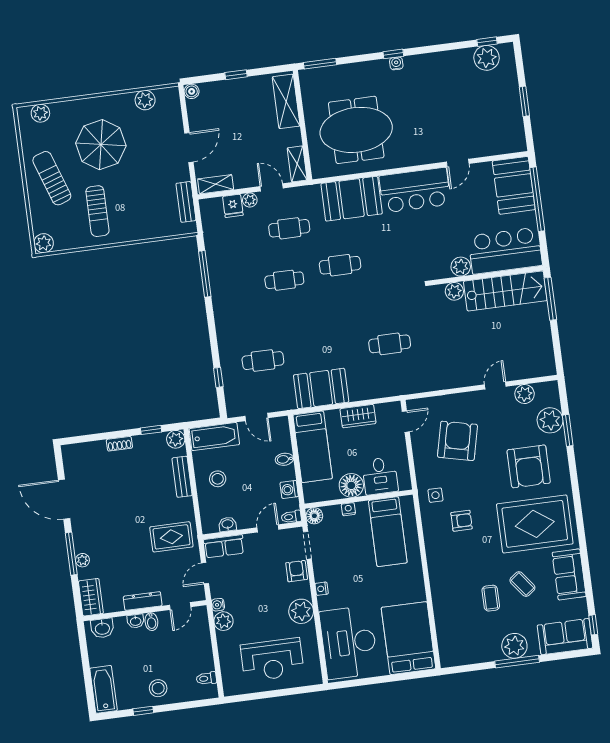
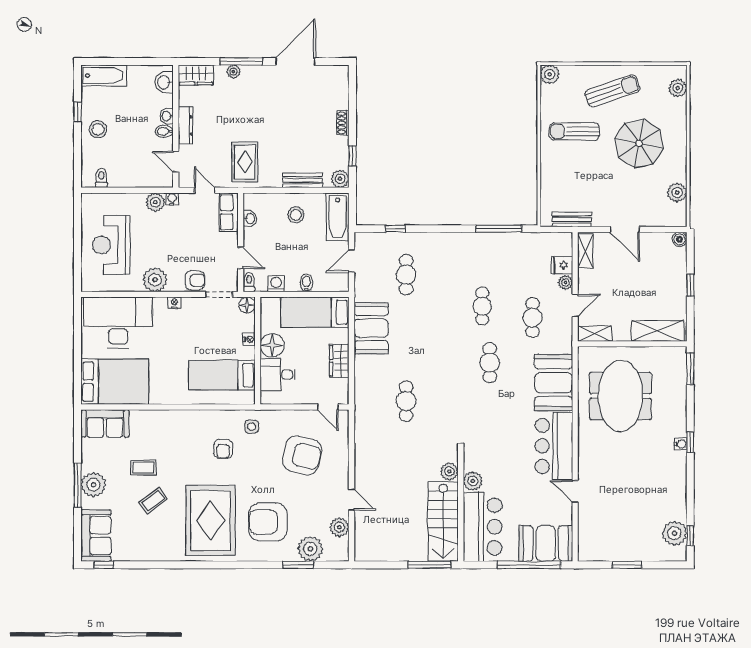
sofa: (569, 574) -> (105, 423), moved, turned 180

